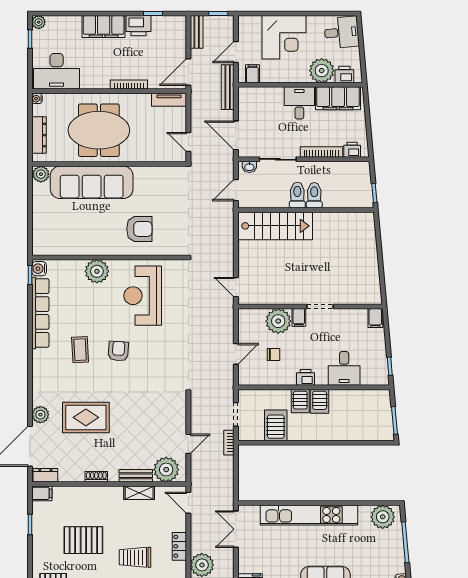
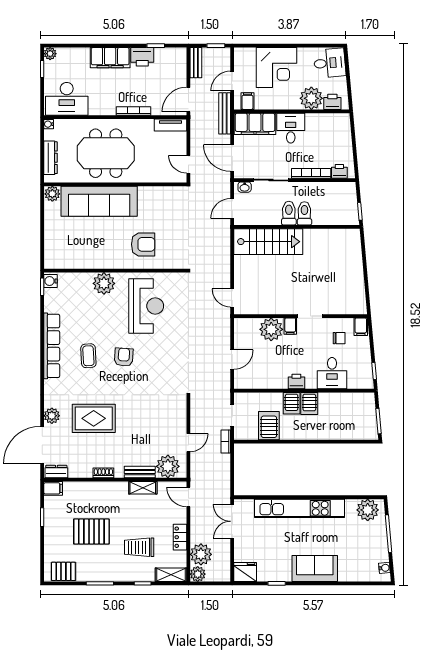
filing cabinet: (338, 98) -> (255, 124), moved
reception desk: (143, 296) -> (146, 306), turned 180
row of seats: (40, 313) -> (52, 346), moved
chair: (274, 355) -> (339, 338), moved

